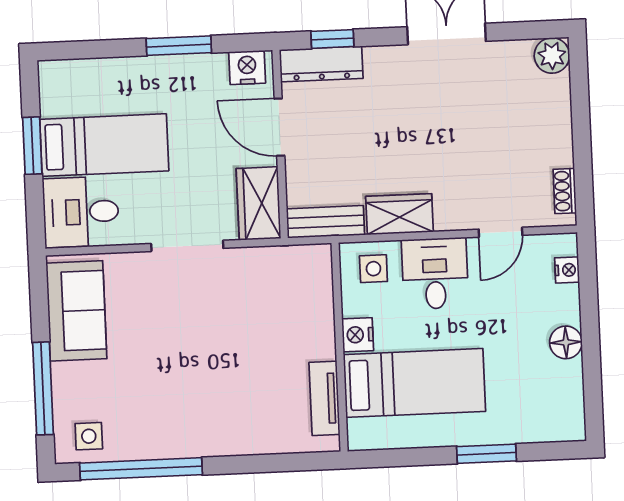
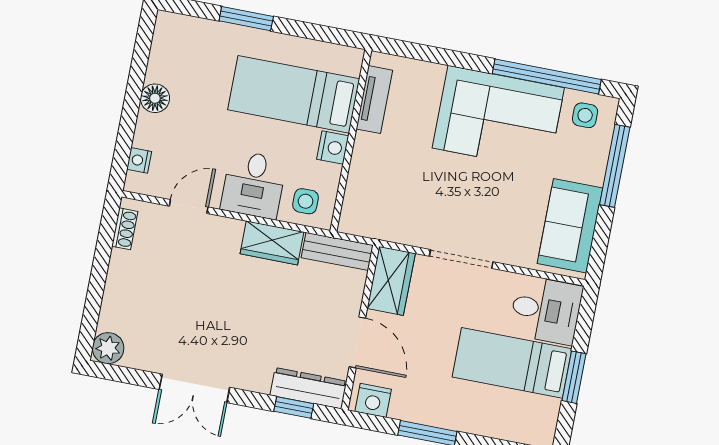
corner sofa: (183, 411) -> (498, 118), added

